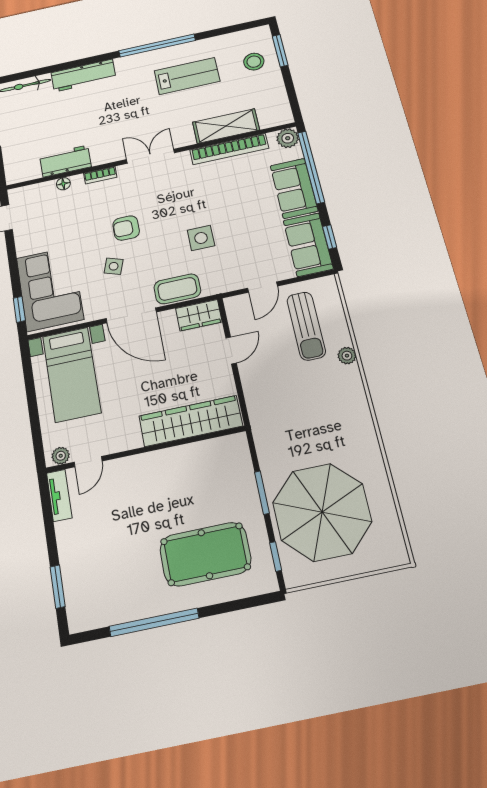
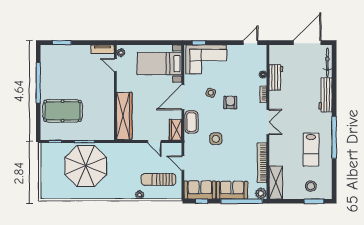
shelving: (226, 126) -> (276, 183), moved
parasol: (322, 512) -> (86, 166), moved
pool table: (205, 554) -> (63, 111), turned 90

